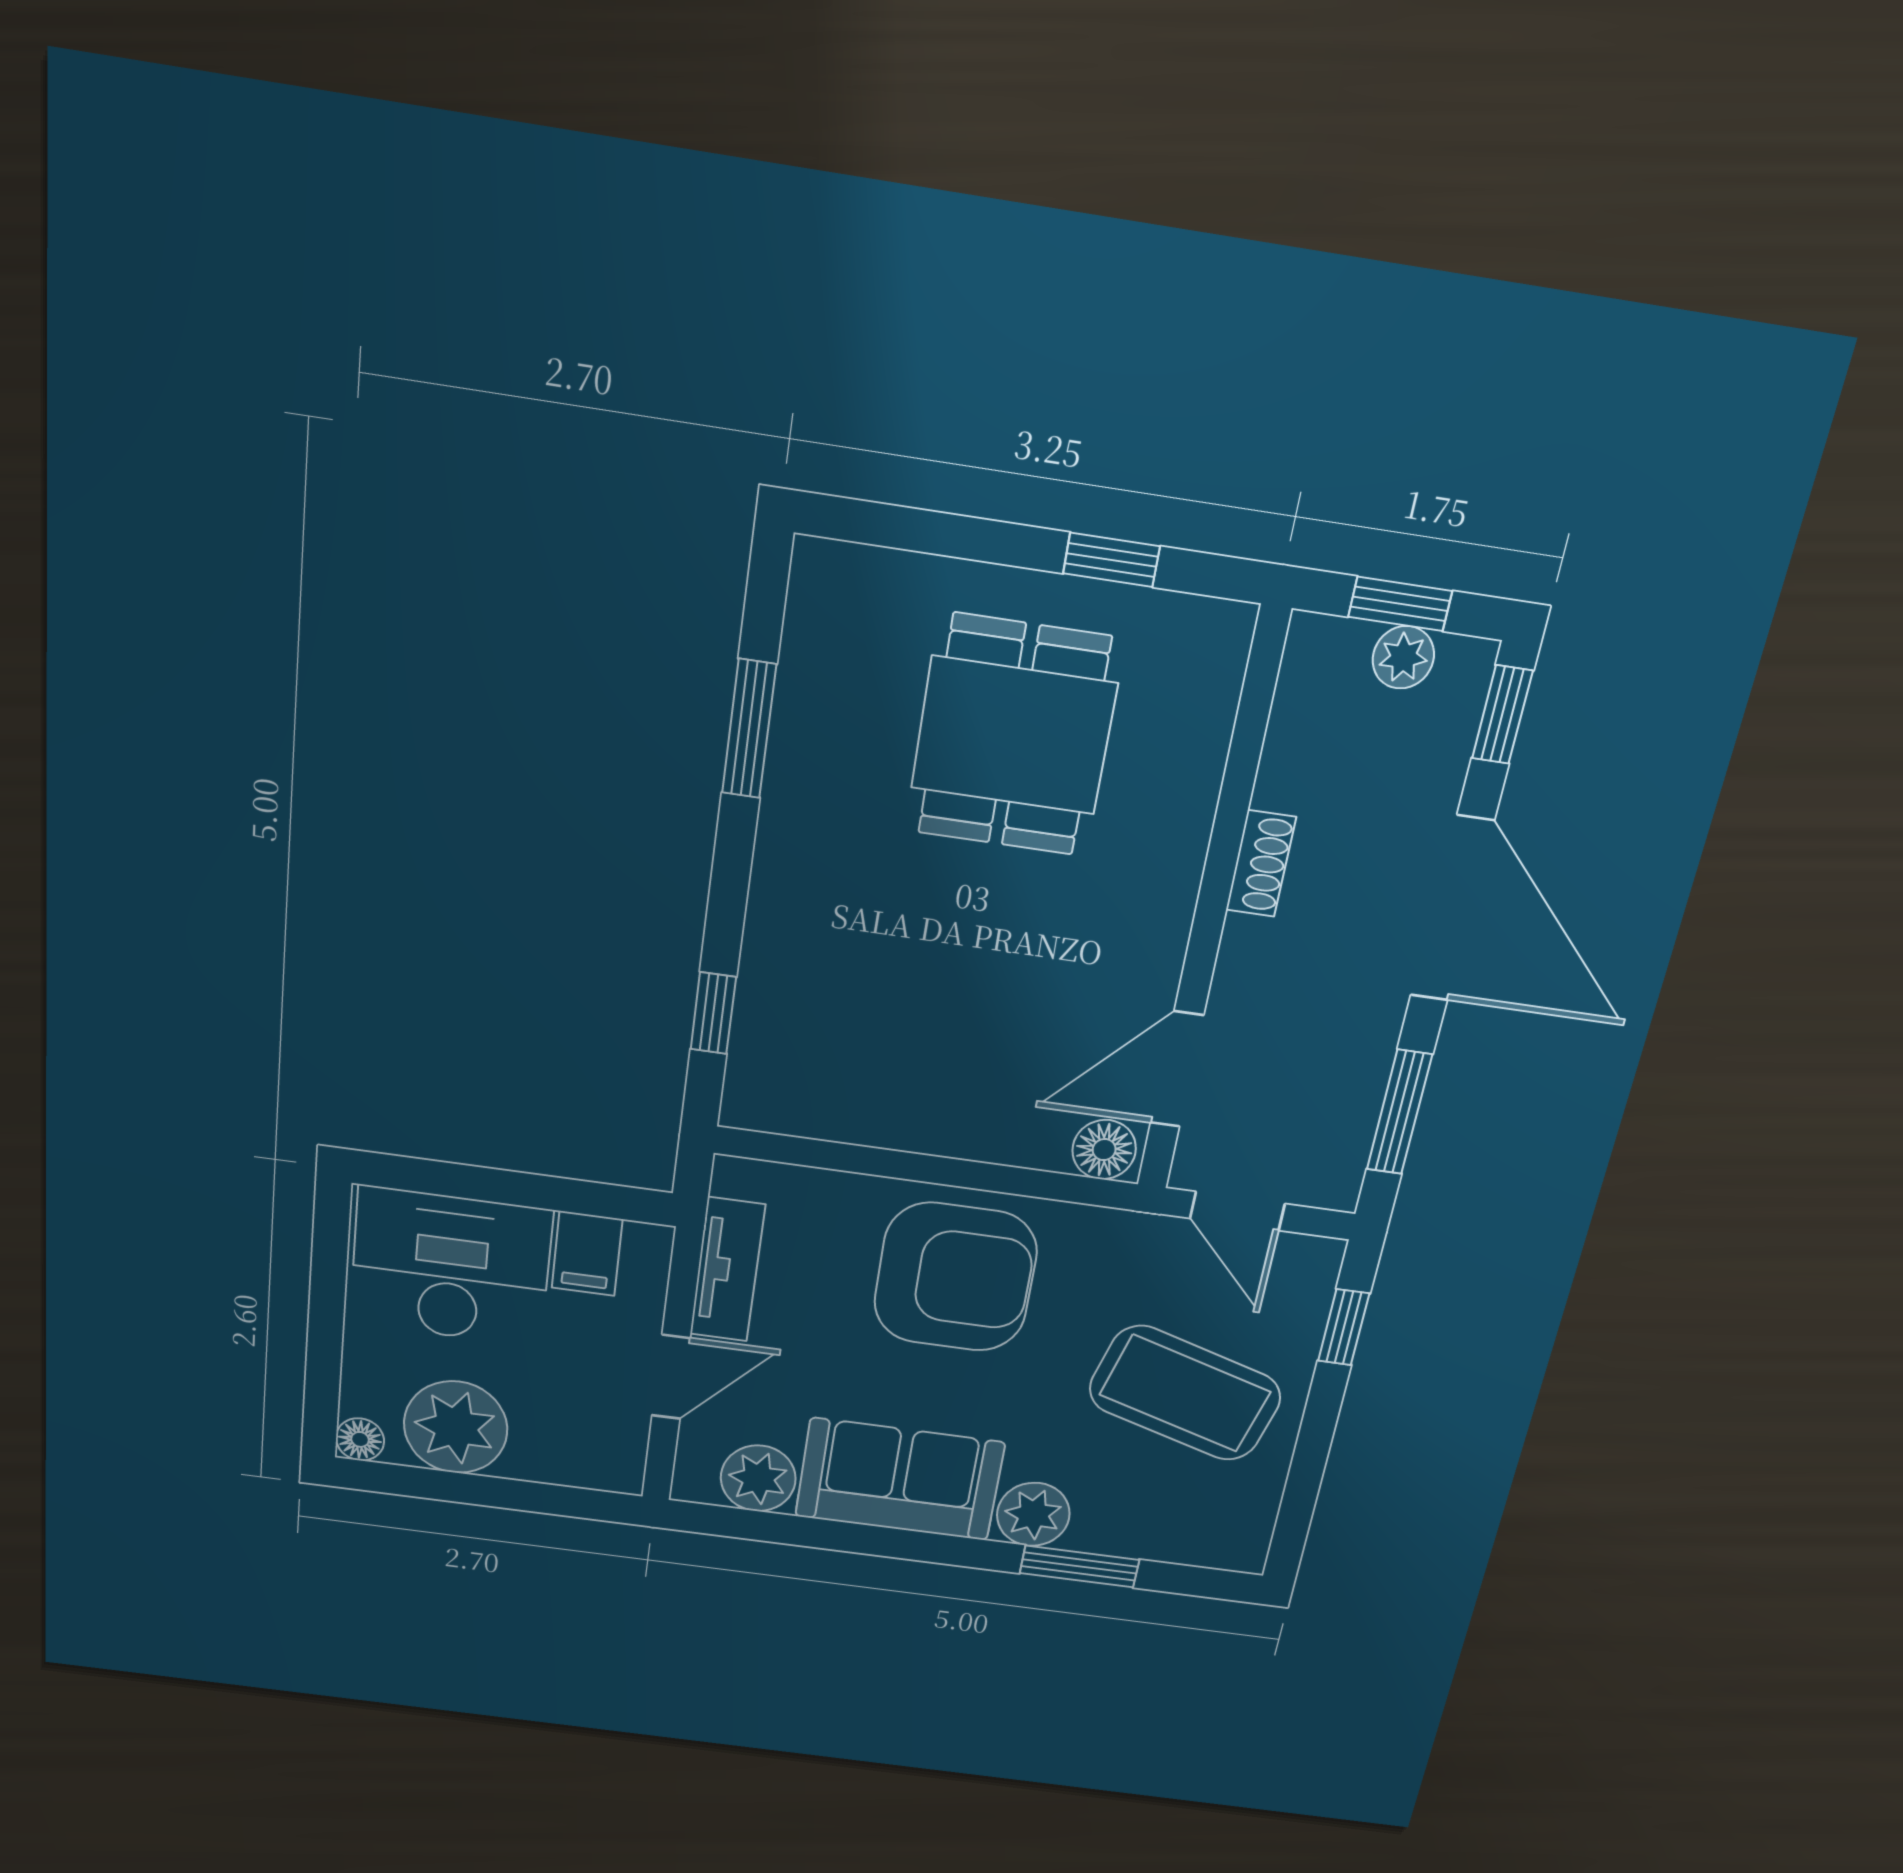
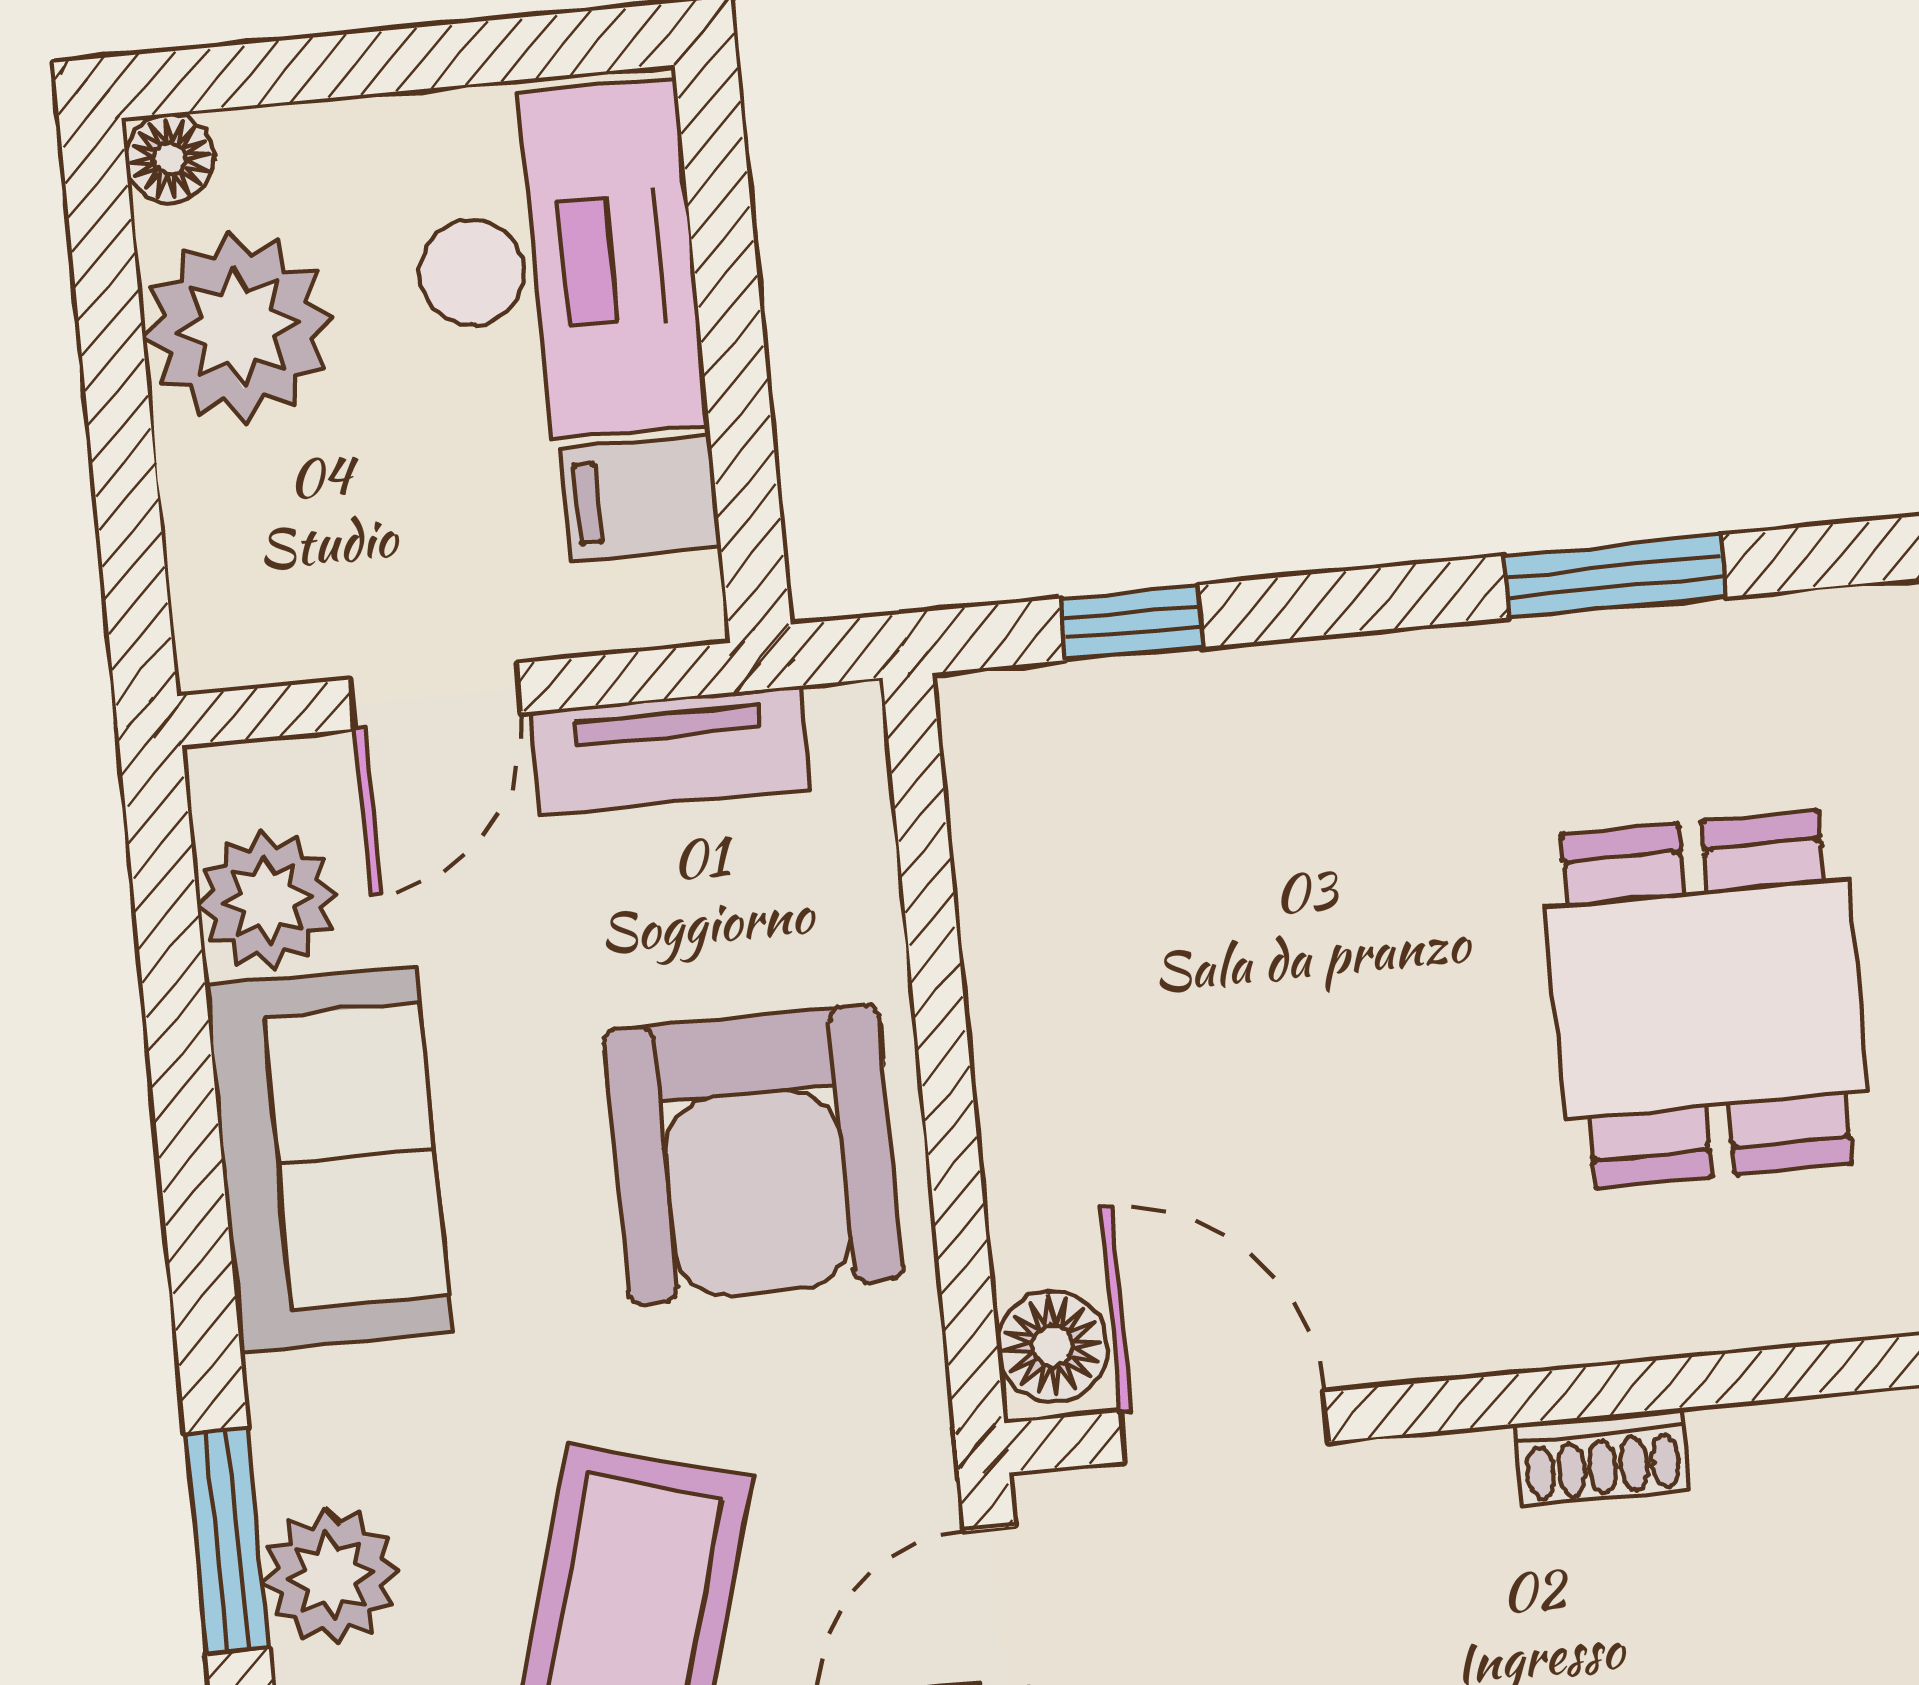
dining table: (1014, 736) -> (1707, 999), turned 90
door: (671, 1377) -> (435, 696), hinge flipped
plant: (1033, 1514) -> (331, 1576), moved

